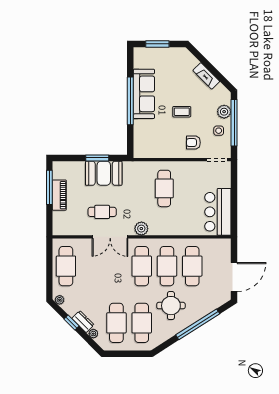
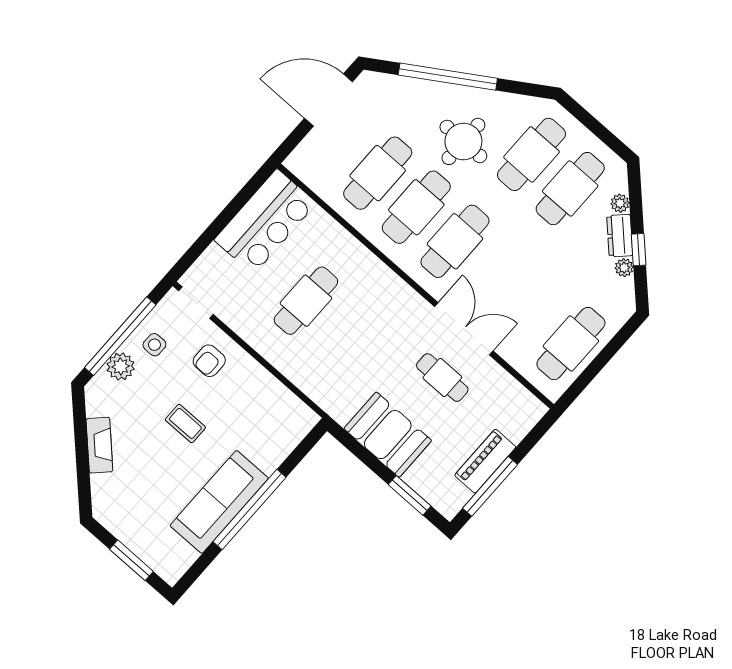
armchair: (193, 143) -> (209, 361), turned 90
window: (97, 158) -> (410, 495), moved
cafe table: (164, 188) -> (306, 301), moved
plant: (141, 229) -> (405, 299), removed
plant: (60, 300) -> (624, 268), moved

